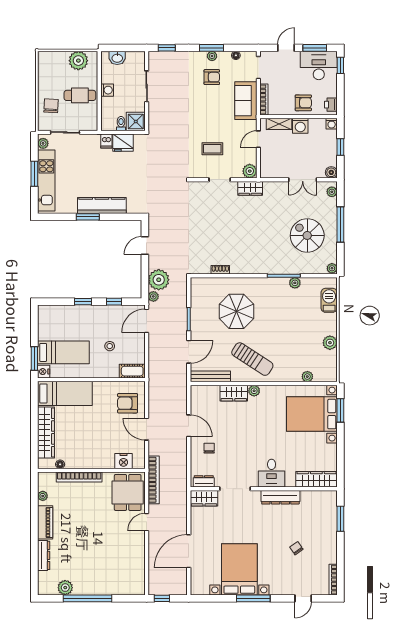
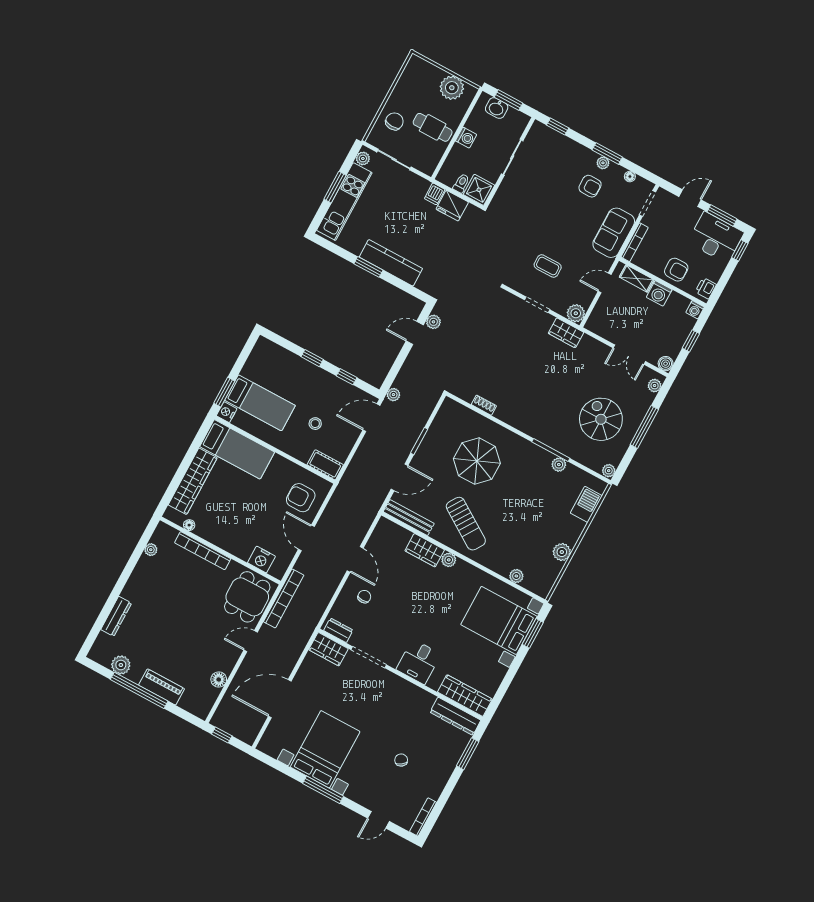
window: (122, 48) -> (509, 100), added
plant: (159, 280) -> (433, 322), moved, width x0.53, depth x0.53
dresser: (280, 497) -> (455, 716), moved
piano: (45, 522) -> (162, 687), moved, turned -90
floor lamp: (139, 561) -> (219, 679), added

